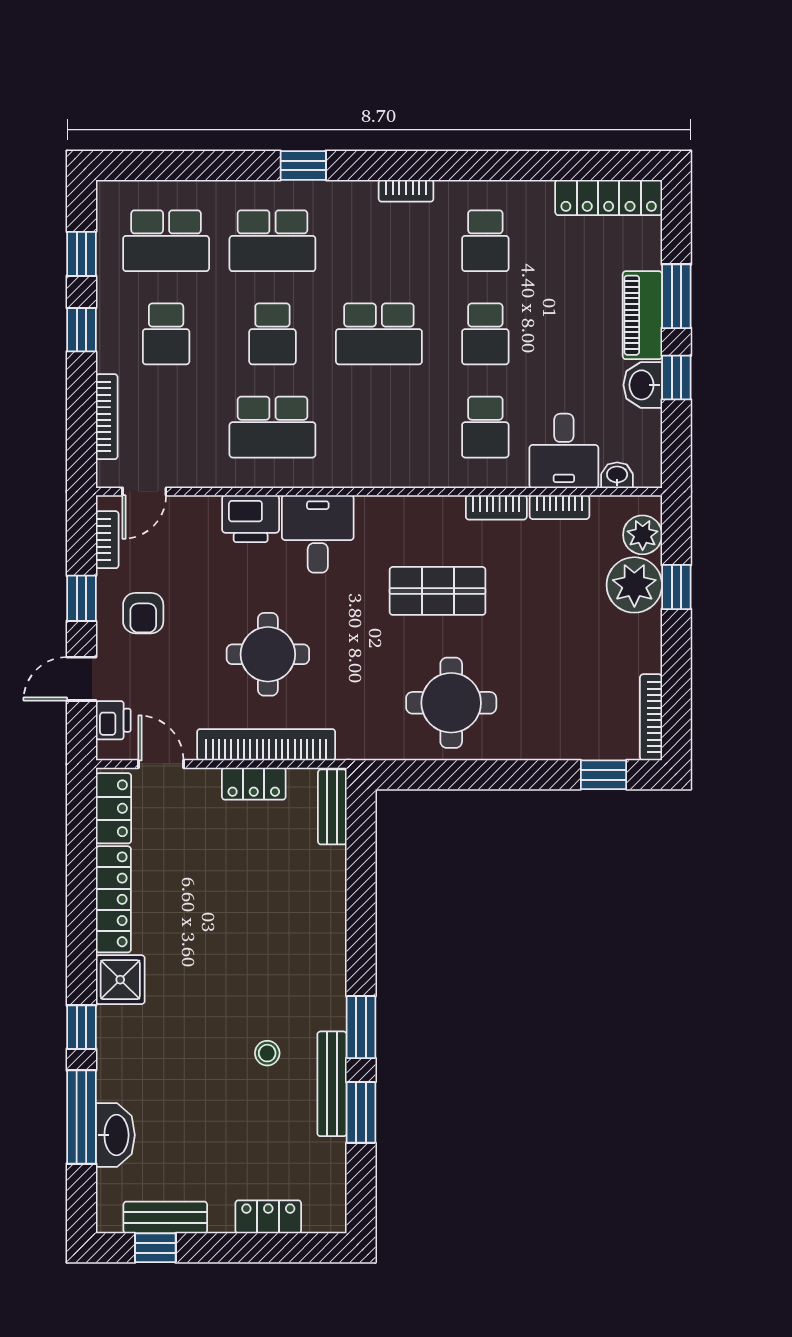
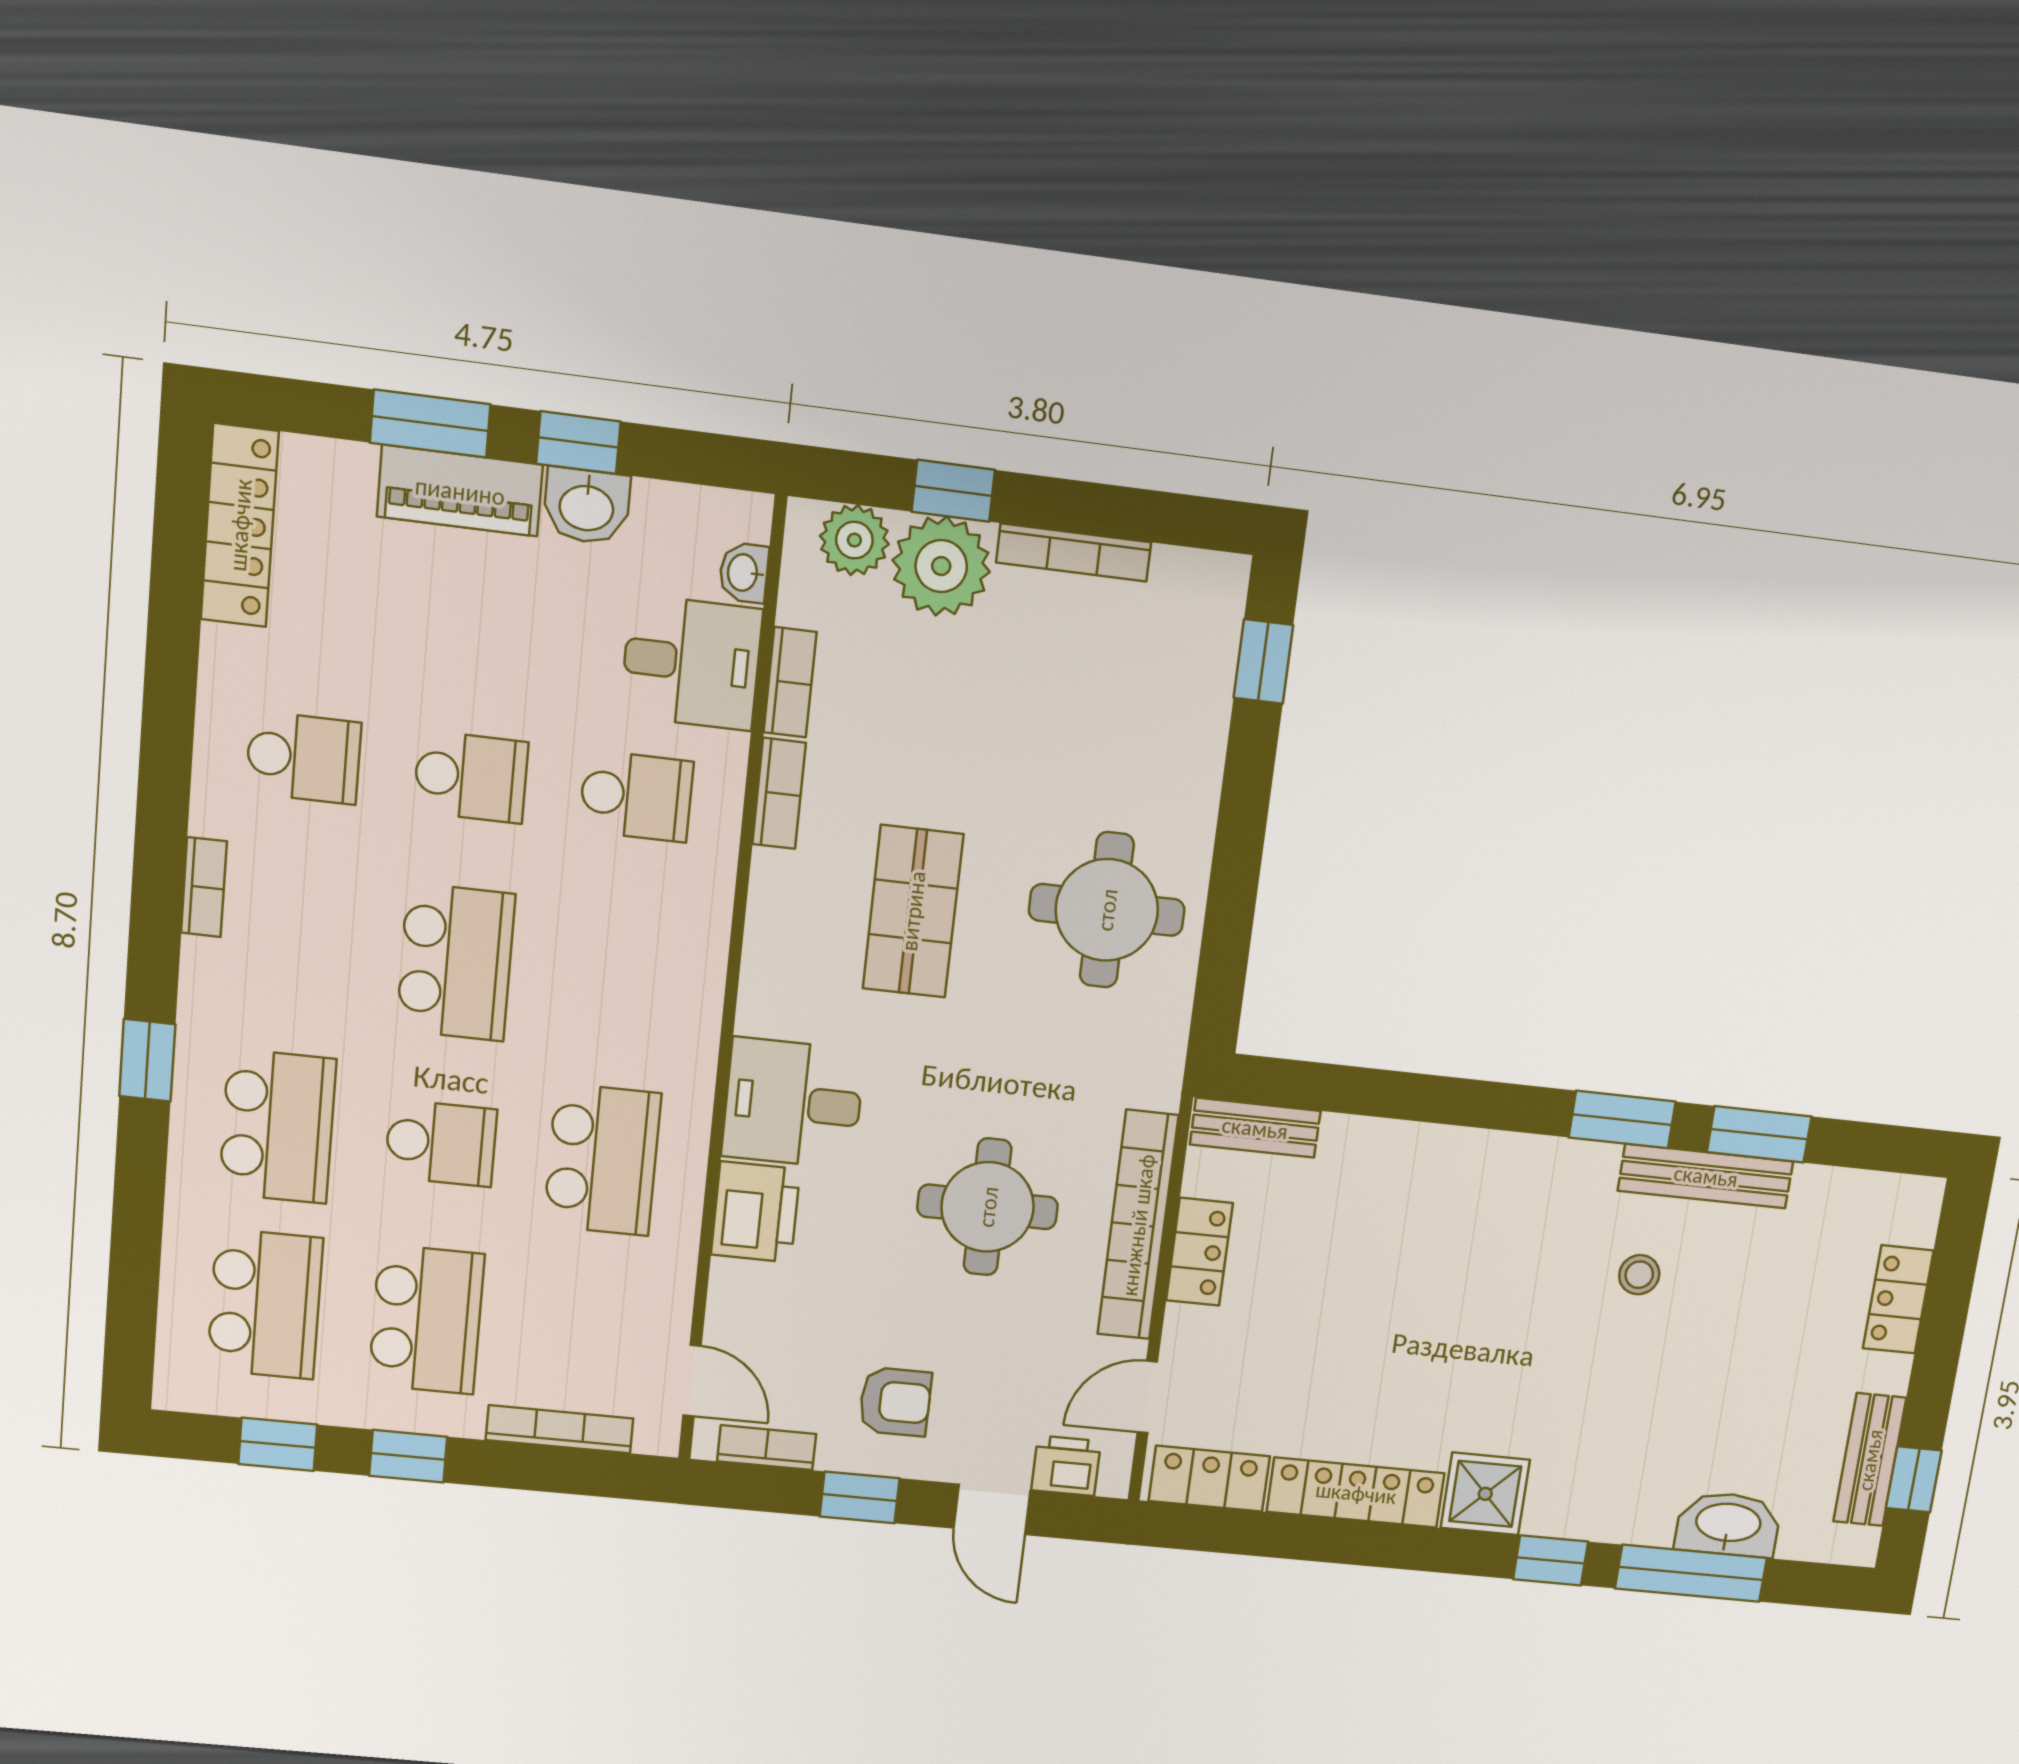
school desk: (166, 334) -> (426, 1320), width x1.85
bookcase: (651, 717) -> (1074, 552), moved

